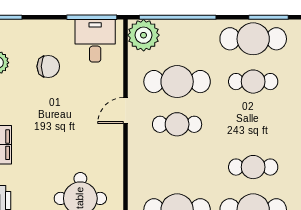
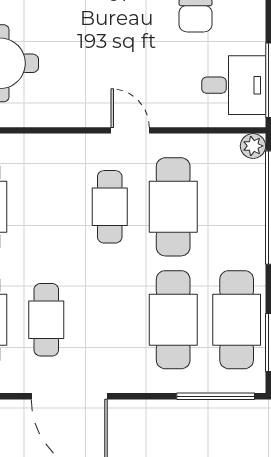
plant: (144, 35) -> (253, 146), width x0.53, depth x0.53
cafe table: (253, 82) -> (173, 320), width x1.37, depth x1.35

